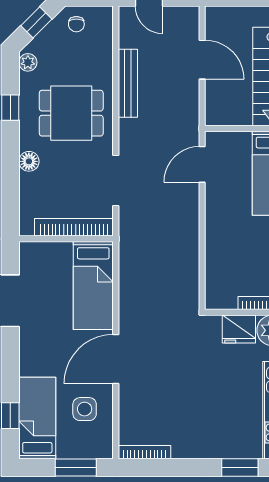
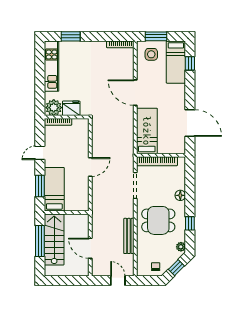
door: (202, 164) -> (90, 167), moved
door: (116, 359) -> (135, 93), swing flipped
side table: (85, 409) -> (151, 54), moved

